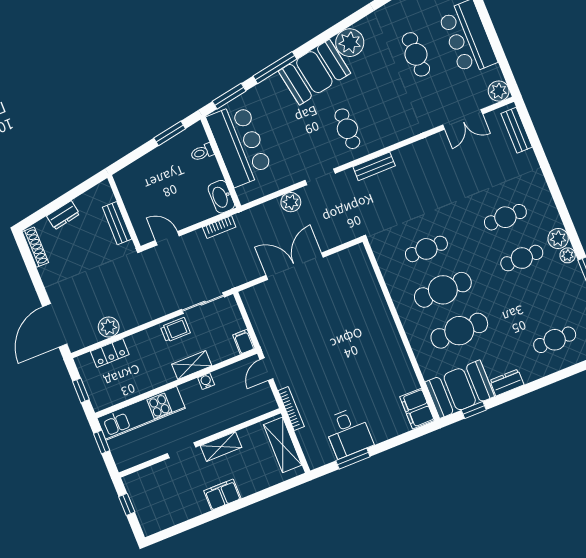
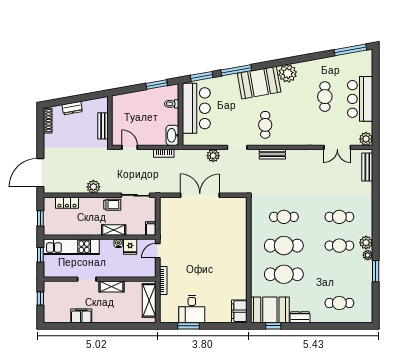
plant: (109, 327) -> (93, 187), moved
fridge: (225, 379) -> (130, 247), added
filing cabinet: (222, 495) -> (81, 316), moved

